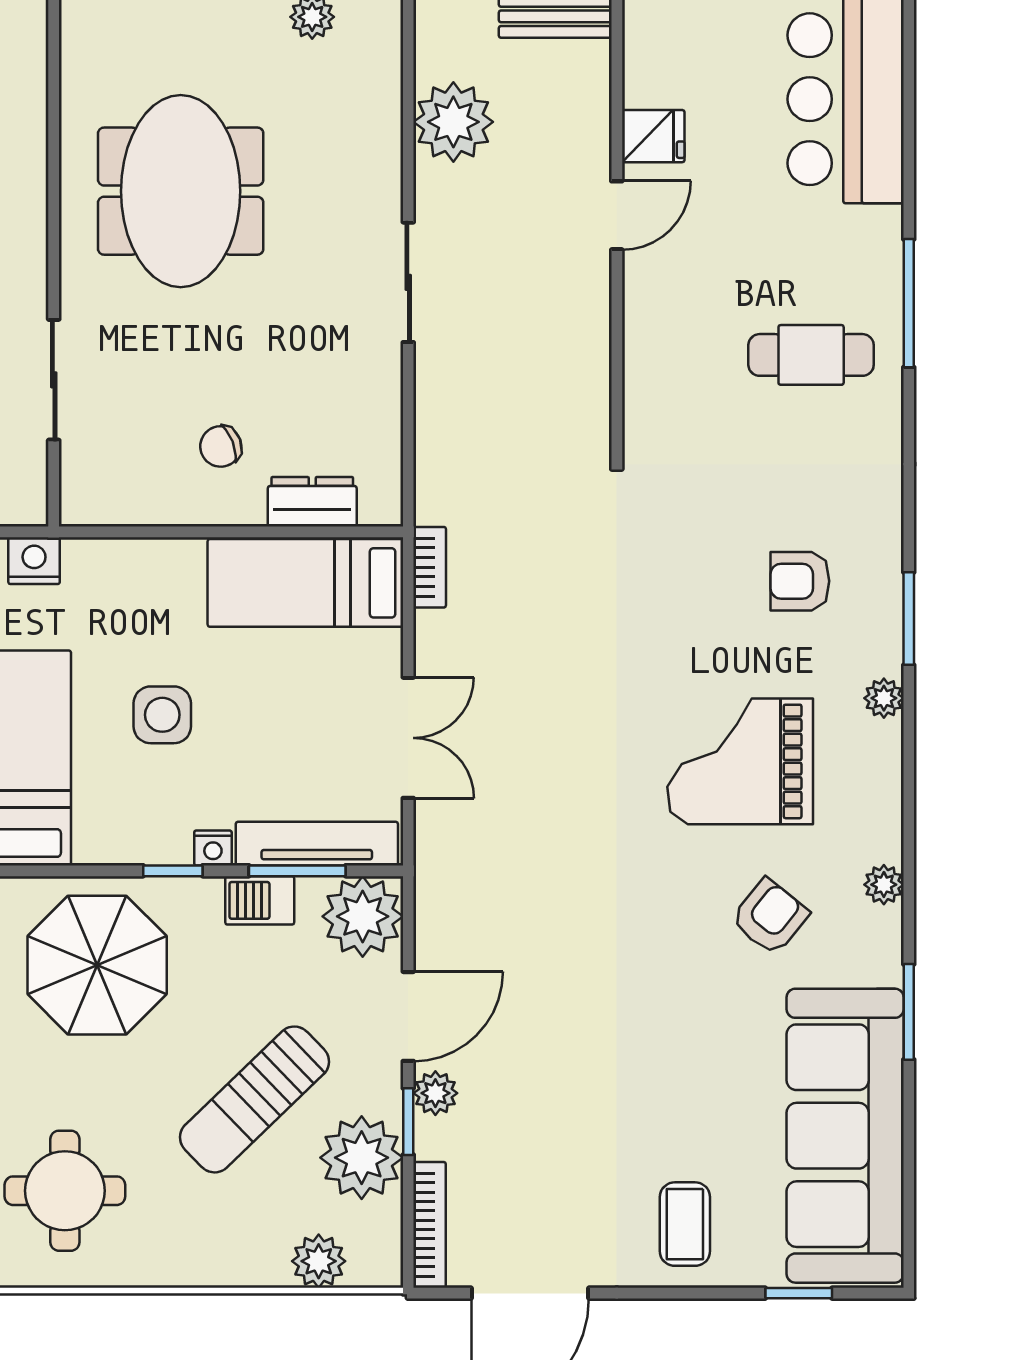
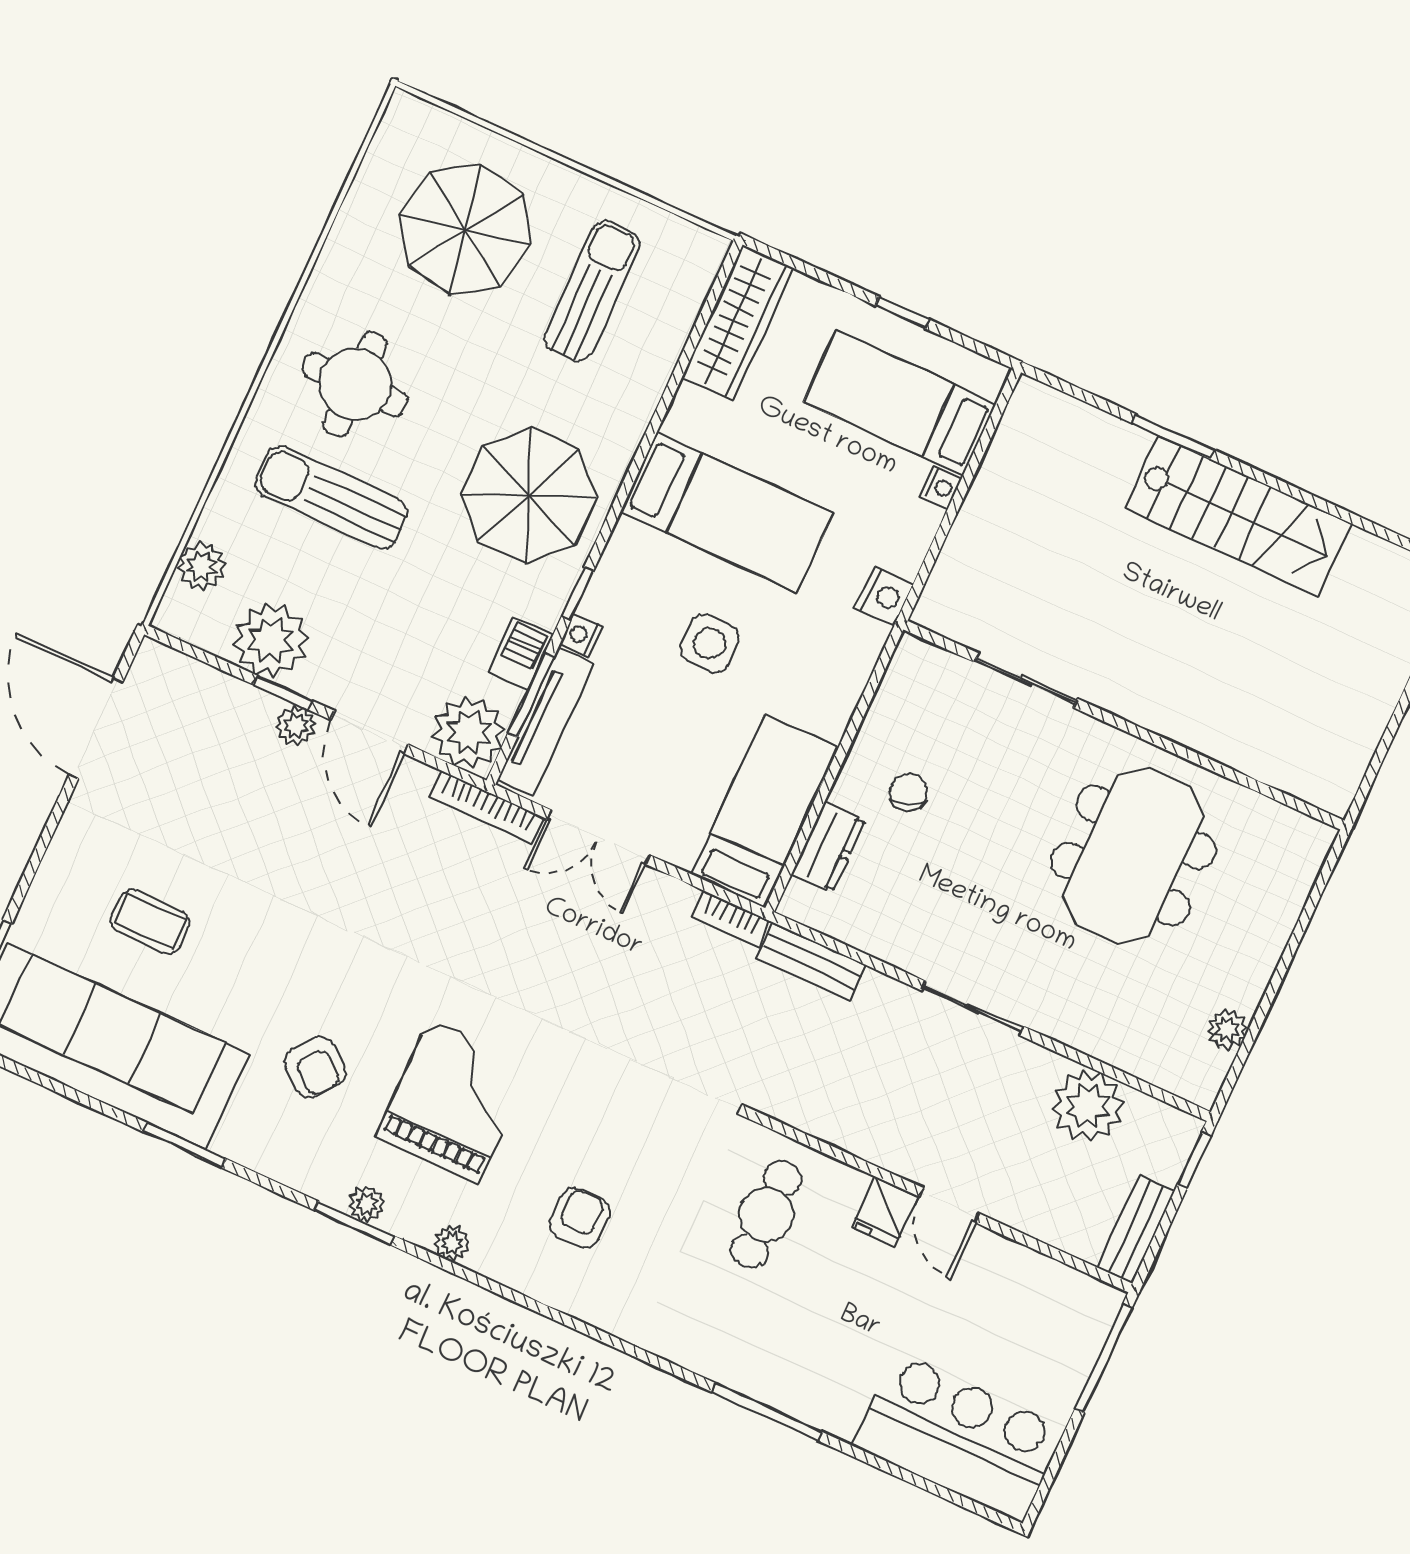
fridge: (653, 136) -> (885, 1212), moved
meeting table: (181, 191) -> (1133, 856), turned 90
cafe table: (811, 355) -> (766, 1215), moved
bench: (435, 466) -> (812, 961), added
window: (909, 619) -> (354, 1223), moved
plant: (884, 885) -> (367, 1204), moved
sun lounger: (254, 1099) -> (331, 497), moved, turned -46
coffee table: (685, 1224) -> (150, 922), moved
bookcase: (430, 1225) -> (487, 807), moved

